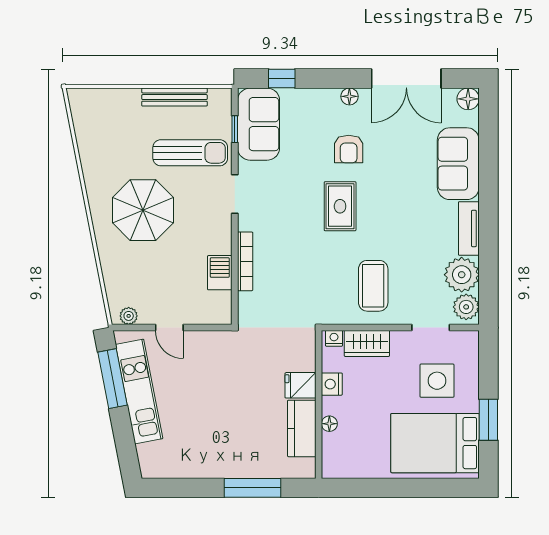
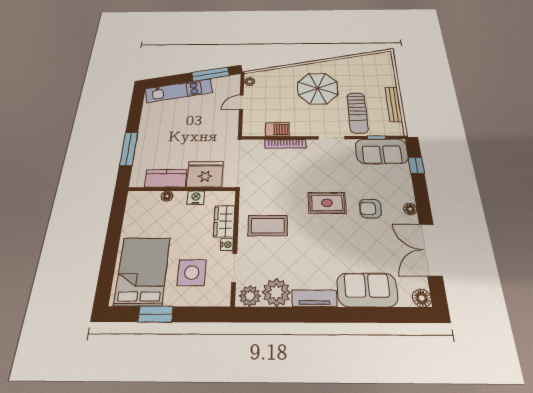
nightstand: (334, 338) -> (227, 245), moved
fridge: (301, 385) -> (205, 174), width x1.88, depth x1.34
kitchen unit: (139, 391) -> (179, 91), moved

